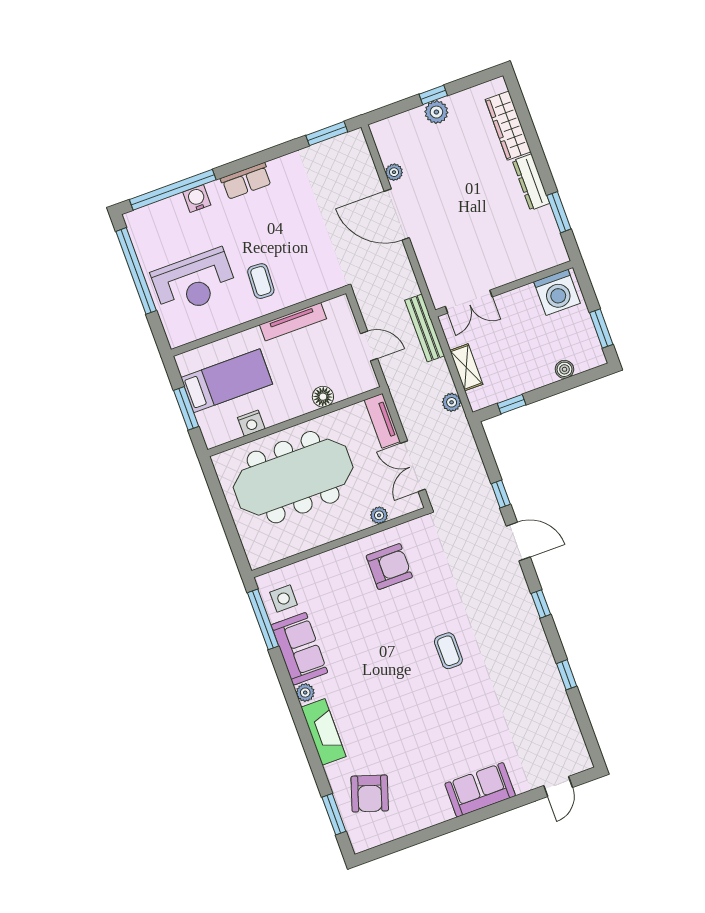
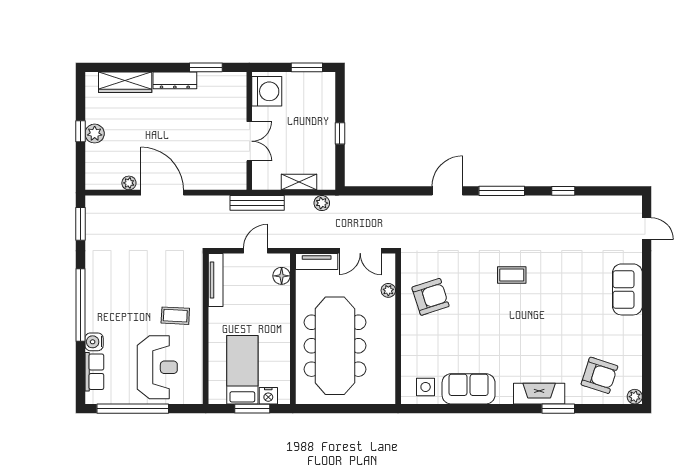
row of seats: (246, 181) -> (94, 372), moved
window: (173, 190) -> (80, 305), moved
door: (397, 214) -> (162, 193), swing flipped
double door: (469, 302) -> (249, 141), moved
tv unit: (293, 322) -> (216, 280), moved
boiler: (564, 369) -> (328, 107), removed
floor lamp: (323, 397) -> (282, 276), moved
window: (512, 404) -> (340, 133), moved
nightstand: (251, 423) -> (268, 396), moved, turned 90
window: (501, 494) -> (406, 191), removed
armchair: (389, 566) -> (430, 297), turned 72
window: (541, 604) -> (502, 191), width x2.17
window: (263, 619) -> (436, 409), removed
plant: (305, 693) -> (635, 397), moved
window: (334, 814) -> (558, 409), moved

